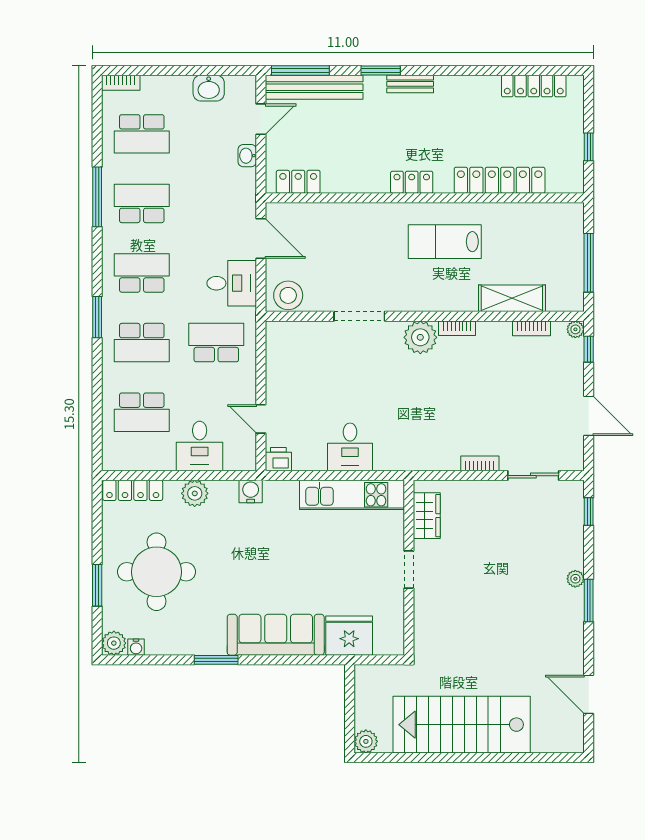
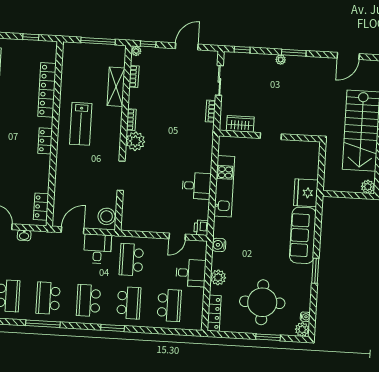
wardrobe: (427, 516) -> (240, 124), moved
wall: (409, 568) -> (270, 136), moved
doorway: (409, 570) -> (271, 136), moved

